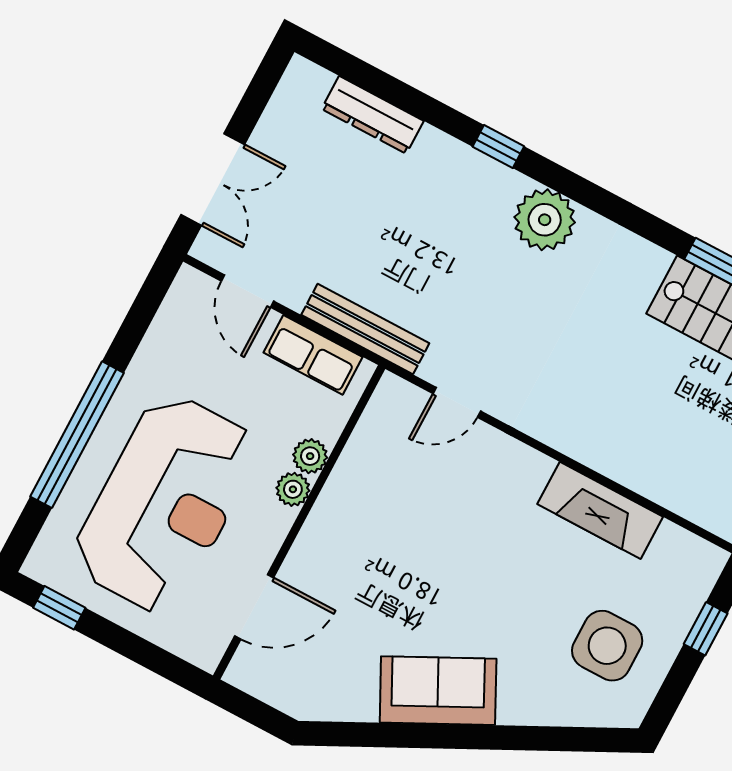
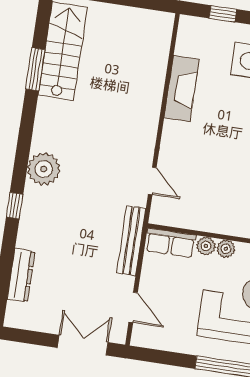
door: (248, 291) -> (133, 307), hinge flipped
row of seats: (313, 355) -> (171, 243), moved, turned 90

